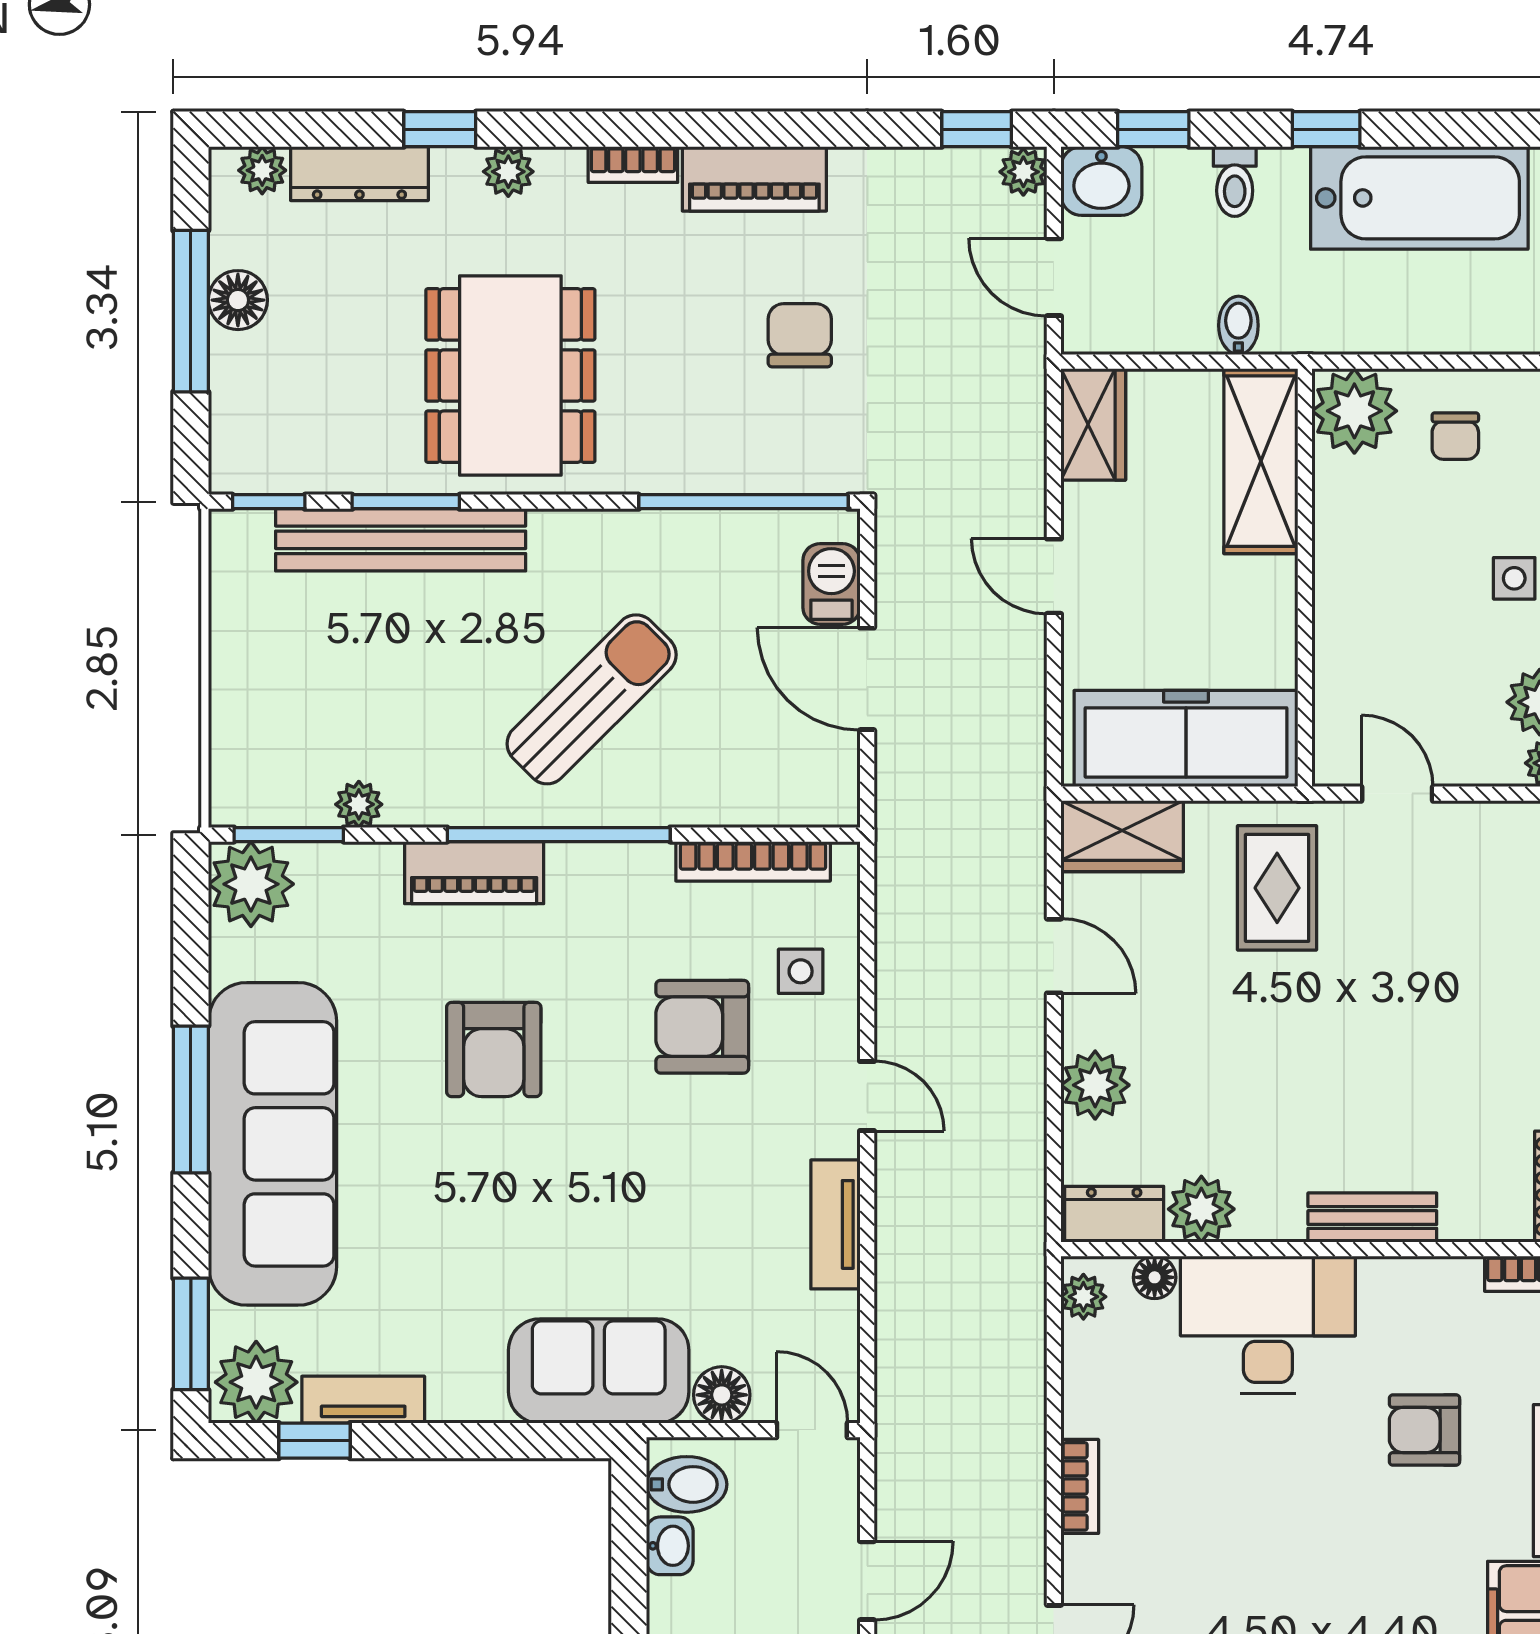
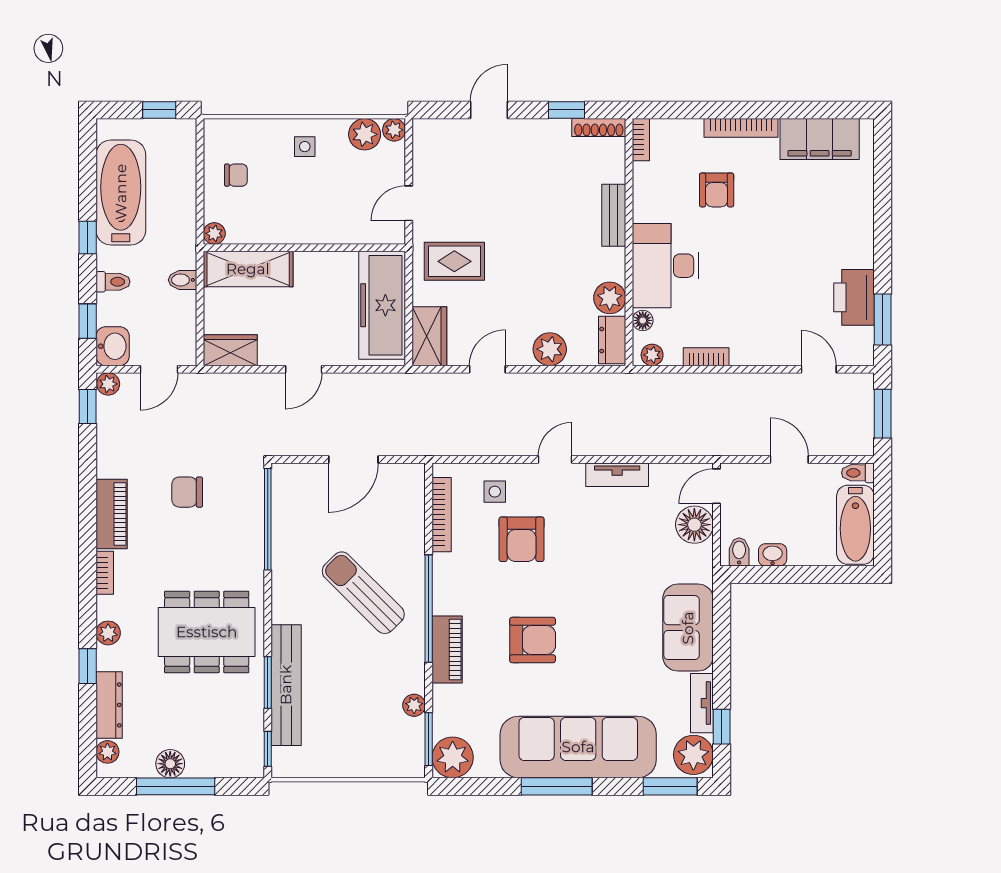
plant: (1354, 411) -> (214, 233), width x0.53, depth x0.53
barbecue: (831, 584) -> (307, 477), removed
sofa: (599, 1371) -> (688, 628), moved
floor lamp: (722, 1395) -> (694, 525), width x1.38, depth x1.38
bidet: (687, 1484) -> (739, 552), width x0.72, depth x0.74
bookcase: (1080, 1486) -> (706, 357), moved

